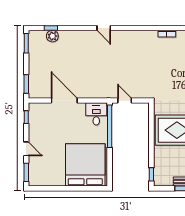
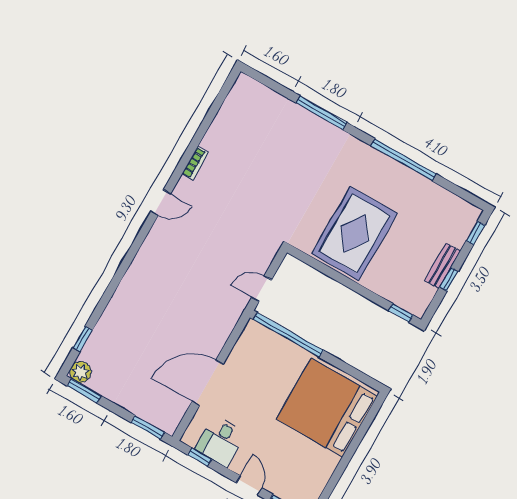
door: (104, 28) -> (161, 203), moved
plant: (52, 36) -> (80, 372), moved
desk: (96, 114) -> (220, 441), moved, turned -90
door: (26, 149) -> (249, 485), hinge flipped

